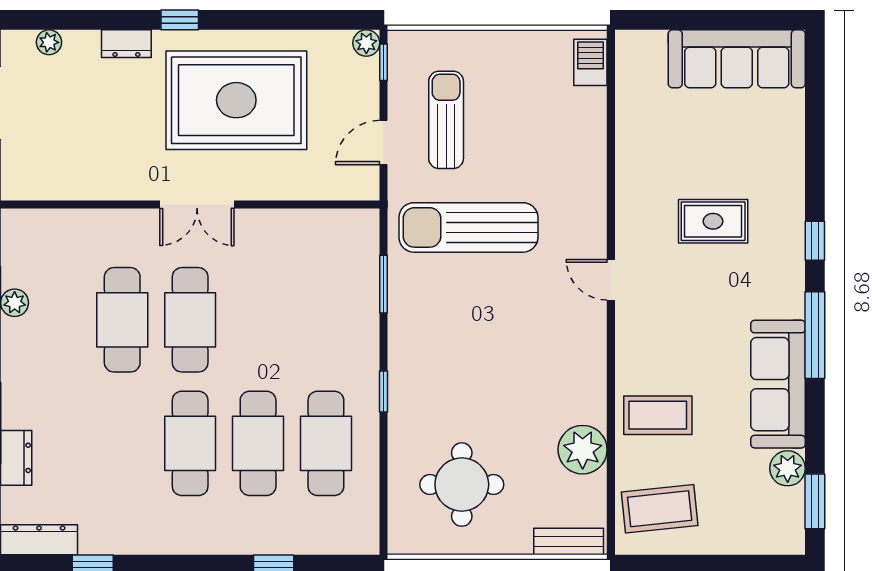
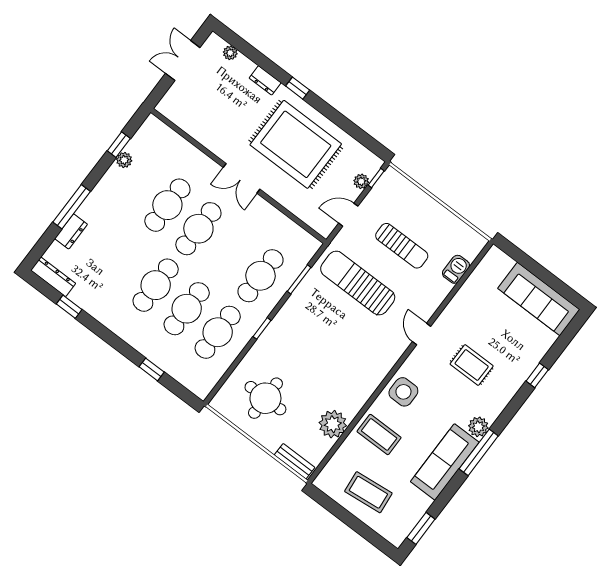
plant: (366, 43) -> (361, 181), moved
barbecue: (590, 62) -> (456, 269), moved
sun lounger: (446, 120) -> (402, 246), moved, turned 90
window: (815, 241) -> (537, 375), moved
door: (611, 280) -> (422, 334), moved
cafe table: (326, 320) -> (261, 276), added
side table: (647, 330) -> (403, 392), added
plant: (788, 468) -> (478, 427), moved
coffee table: (660, 509) -> (368, 492), moved

